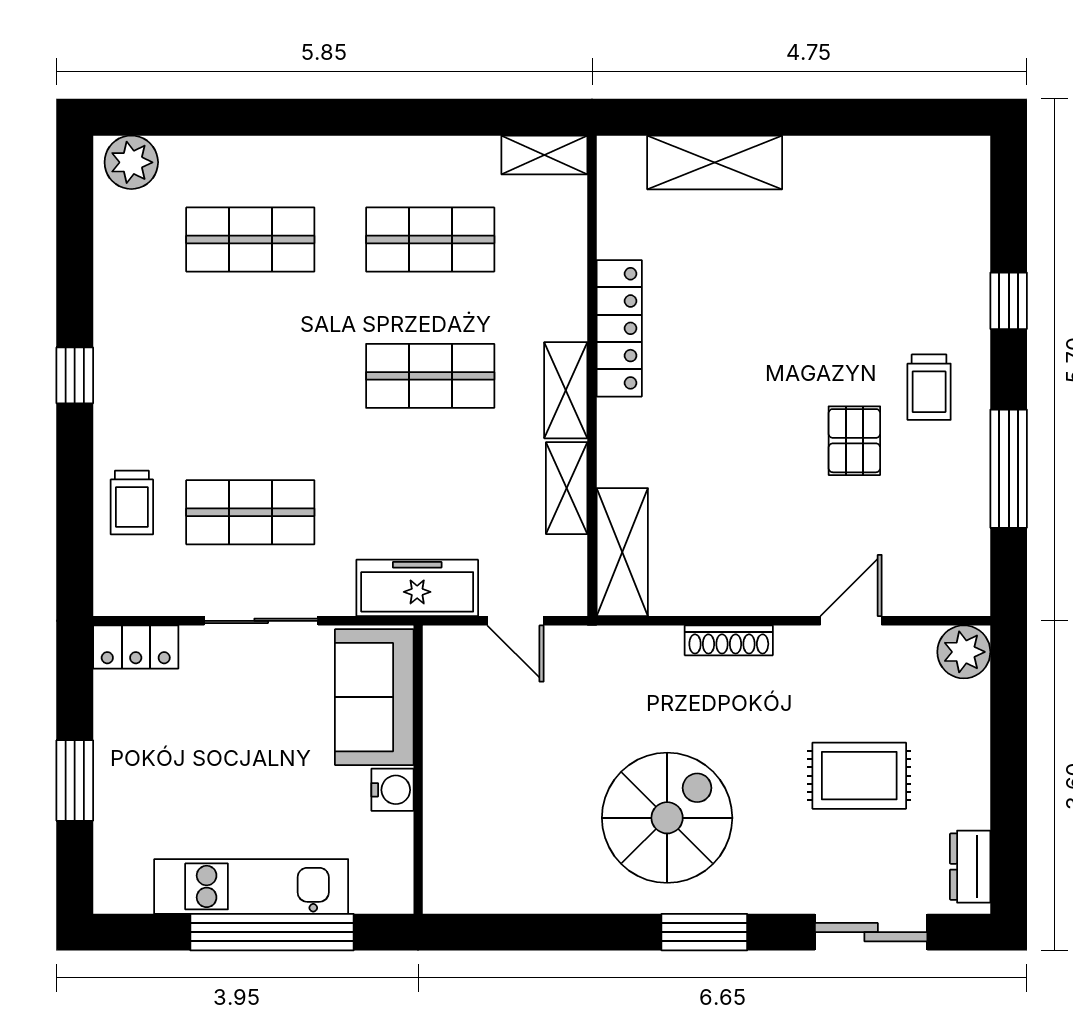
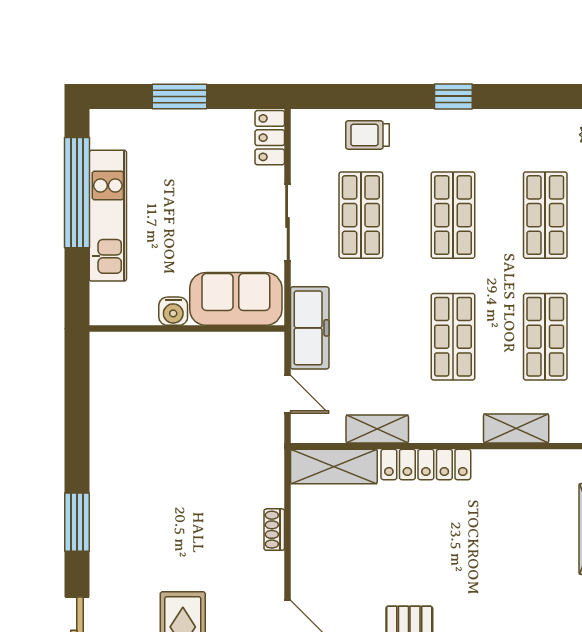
locker: (619, 328) -> (426, 464), moved
shop shelf: (250, 376) -> (453, 215), added
shelving: (566, 390) -> (516, 428), moved
door: (515, 621) -> (287, 394), swing flipped
shoe rack: (729, 640) -> (274, 530), width x0.70
spiral stairs: (667, 818) -> (154, 497), removed
window: (272, 932) -> (77, 193), moved

